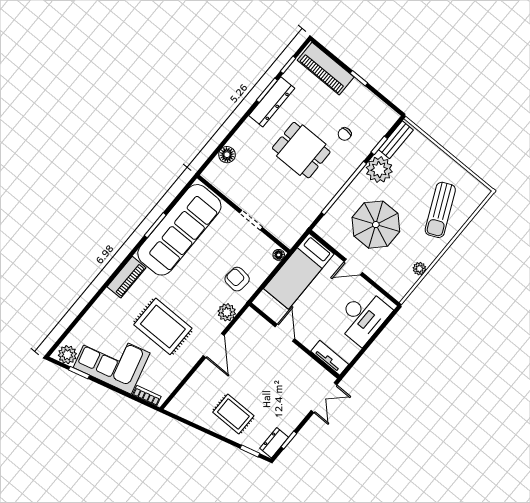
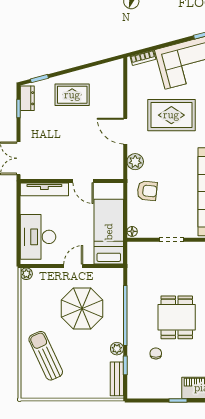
dining table: (301, 150) -> (177, 317), turned 90
plant: (379, 170) -> (117, 349), width x0.53, depth x0.53
plant: (419, 269) -> (26, 274), moved
tv unit: (330, 358) -> (44, 189), width x1.41

